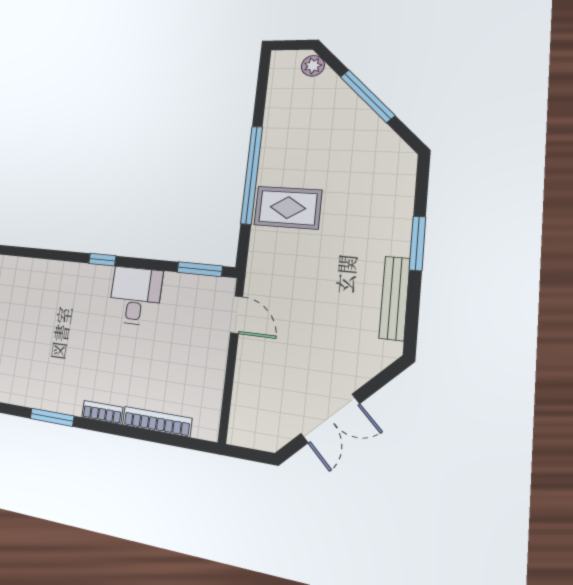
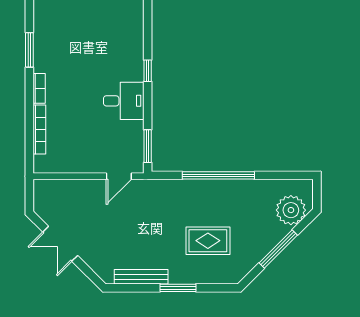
plant: (313, 66) -> (291, 210), width x1.87, depth x1.87
rug: (288, 208) -> (208, 241), moved, turned 90

